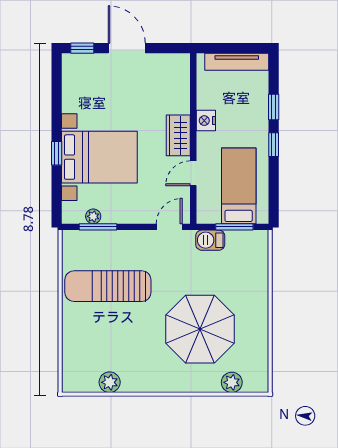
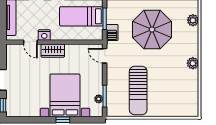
door: (193, 173) -> (30, 42), moved
parasol: (200, 329) -> (152, 30), moved
plant: (110, 382) -> (193, 63), moved

